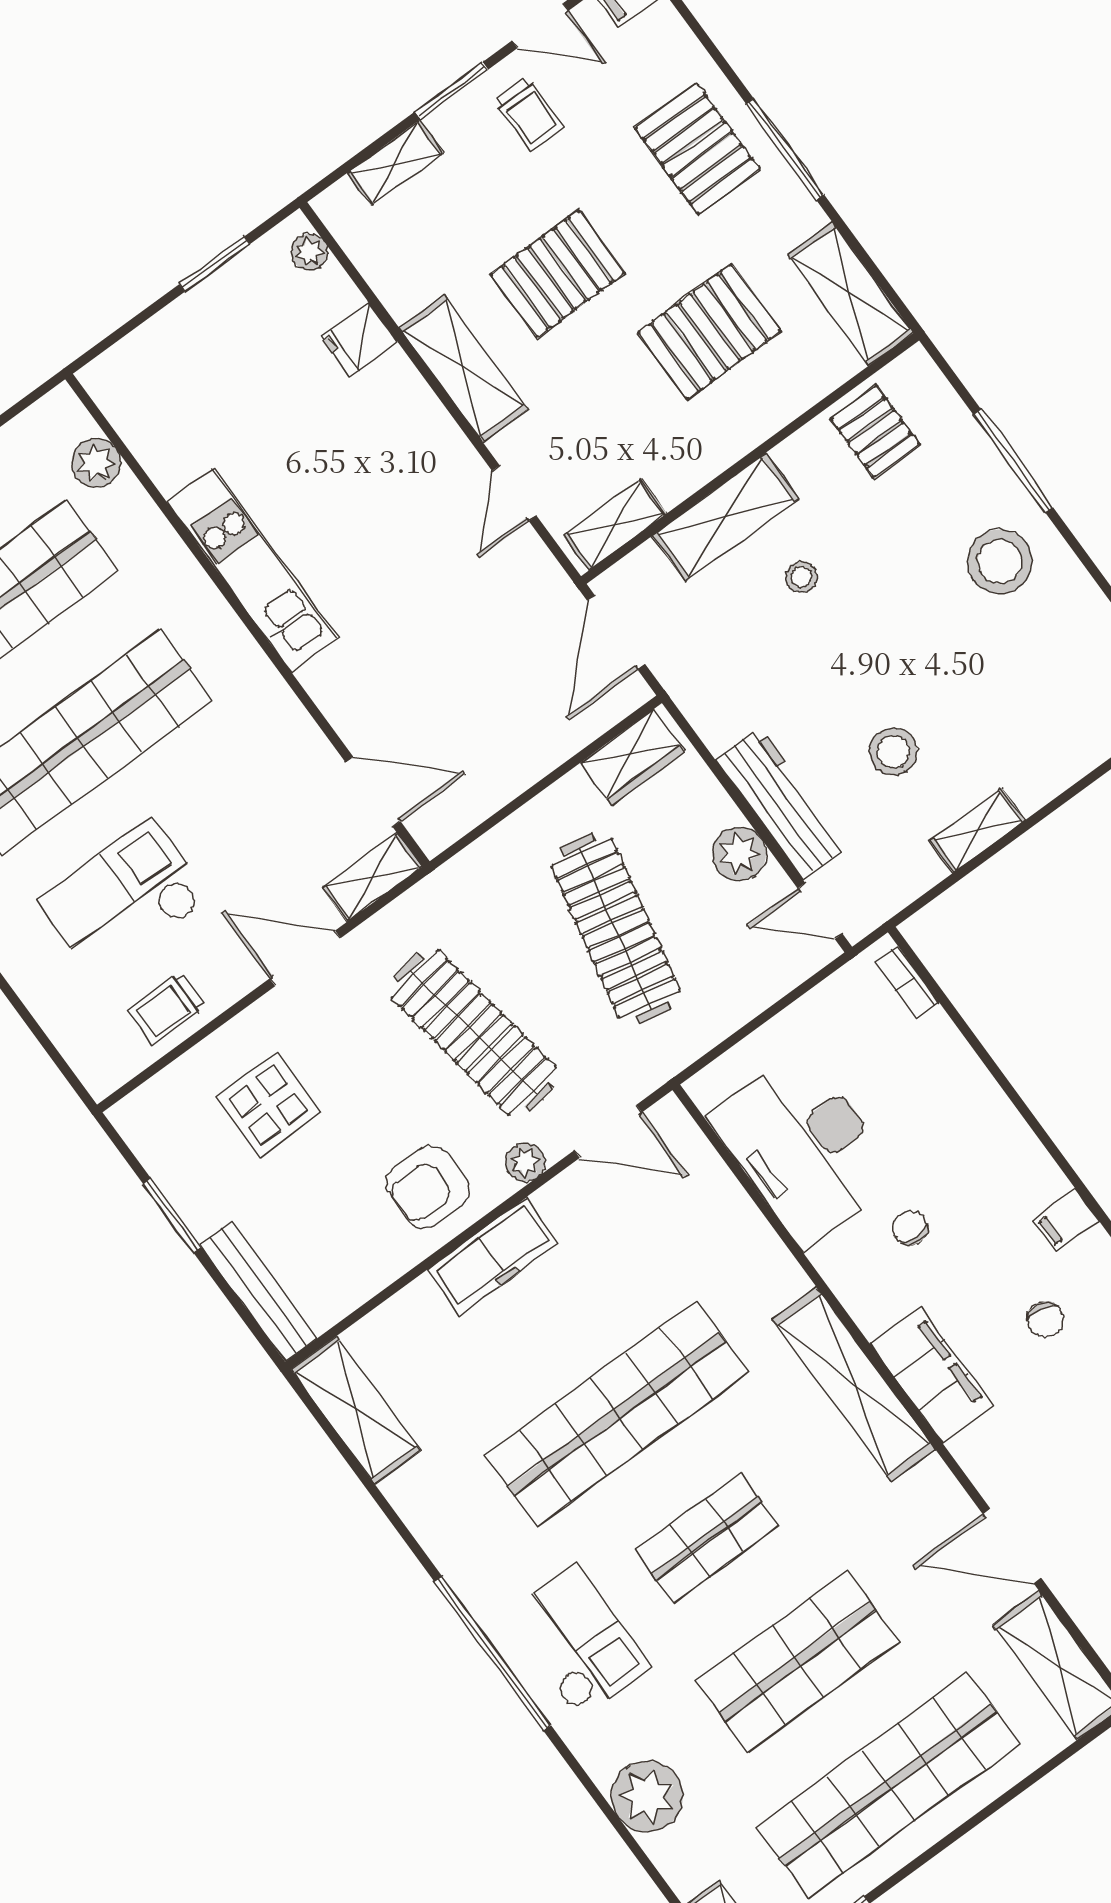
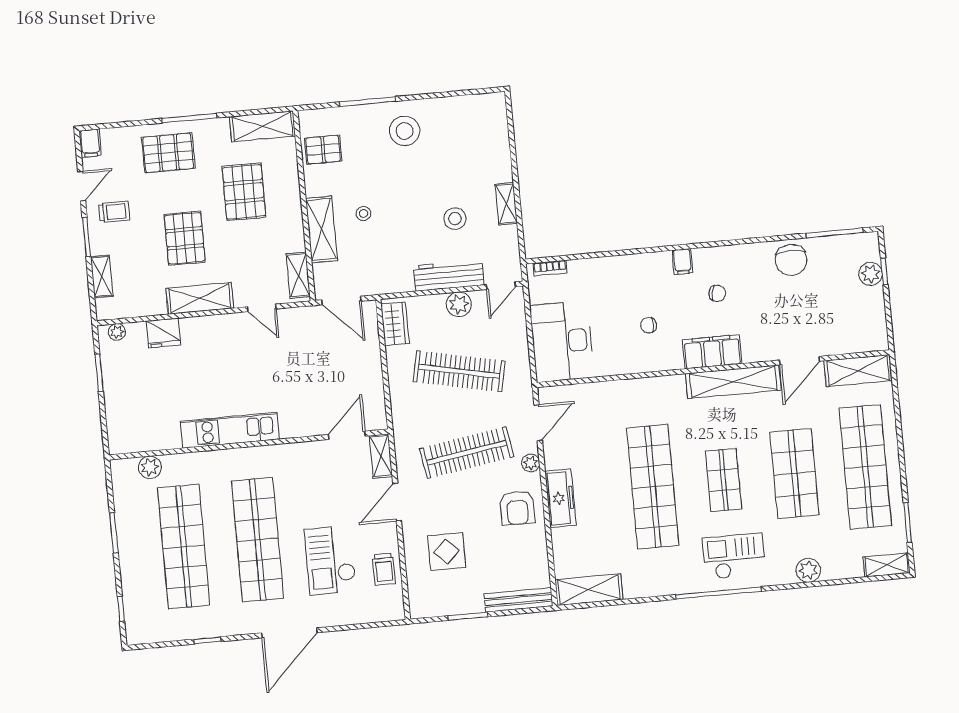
fridge: (359, 339) -> (163, 333), width x1.38
desk: (804, 1148) -> (562, 341), moved, turned 90
shelving: (854, 1384) -> (733, 382), moved
plant: (647, 1796) -> (808, 570), width x0.73, depth x0.73

